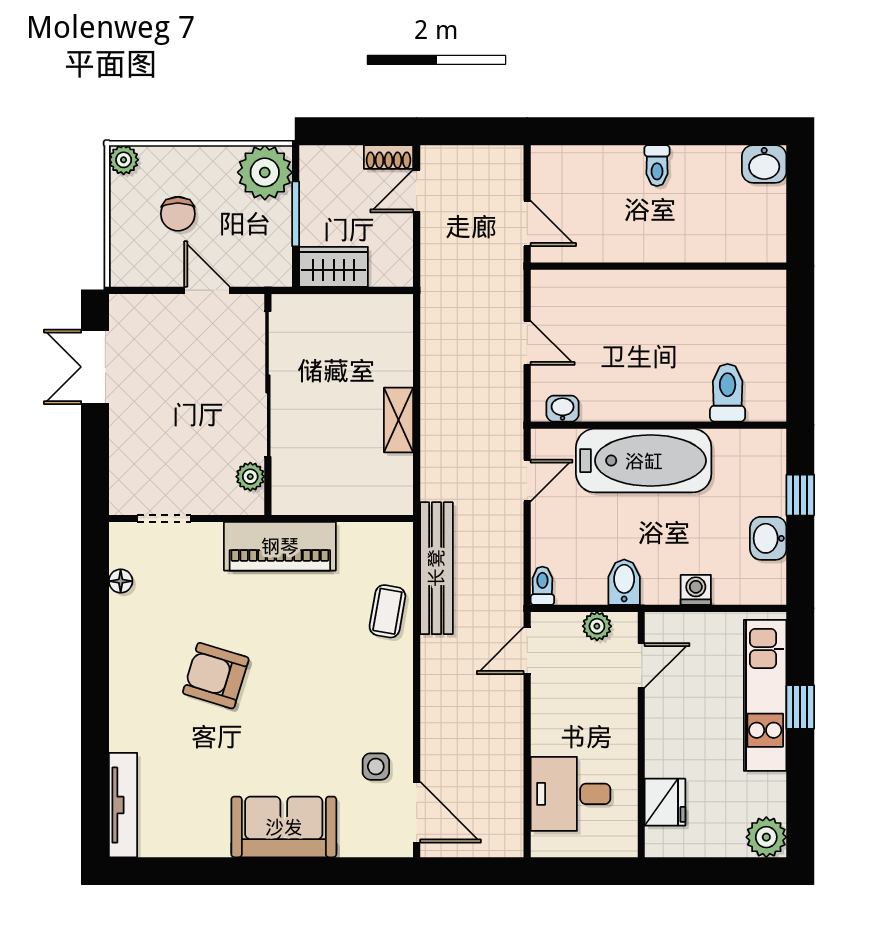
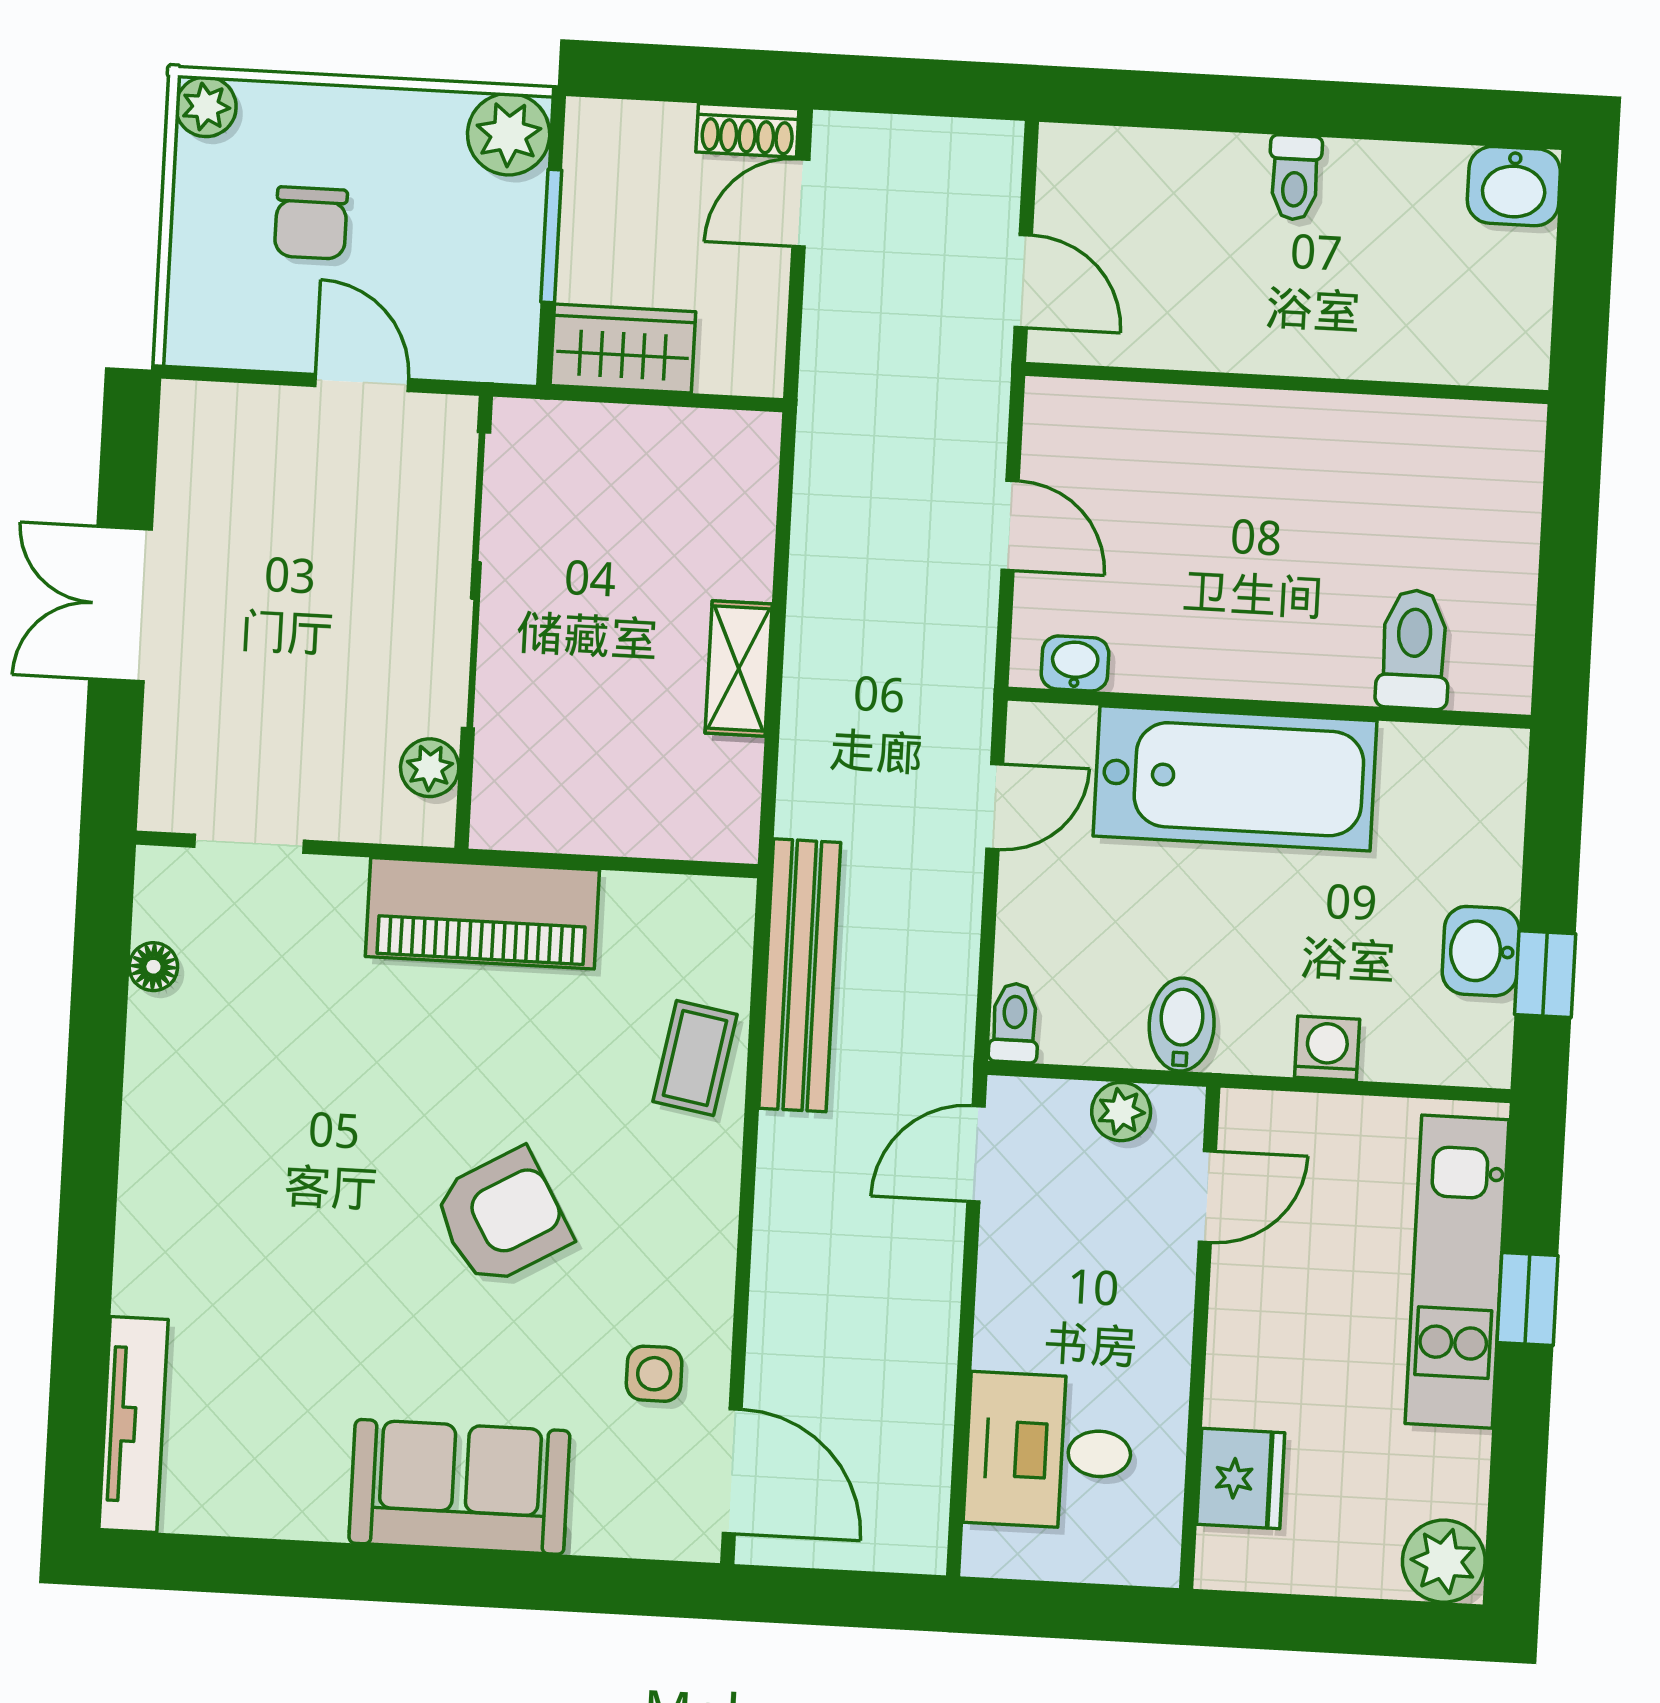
plant: (265, 172) -> (509, 134), width x0.73, depth x0.73
double door: (95, 367) -> (121, 604), moved
window: (800, 495) -> (1545, 974), moved
armchair: (216, 676) -> (502, 1217), moved, turned 133

